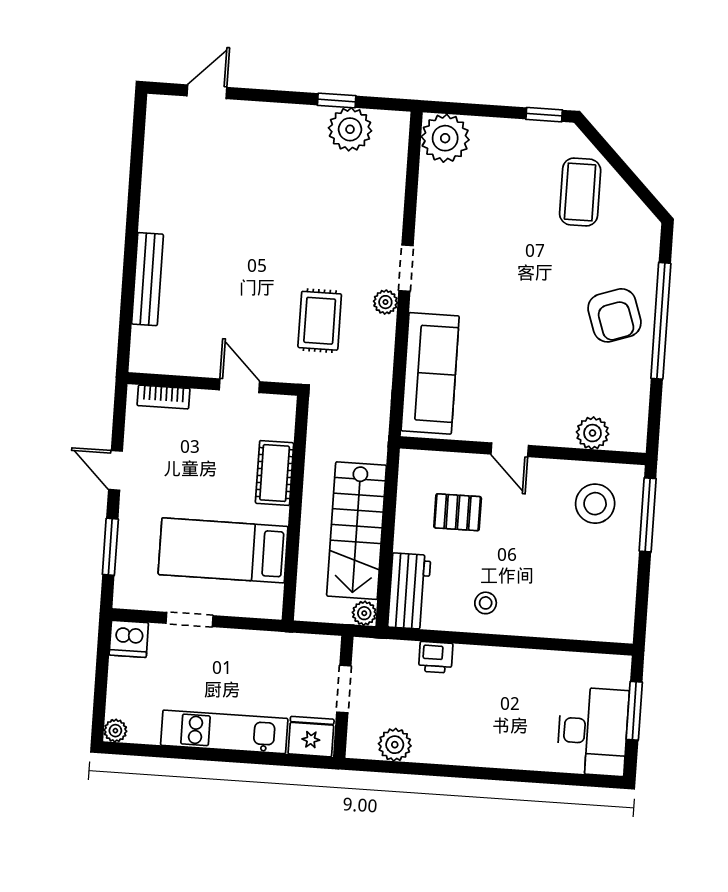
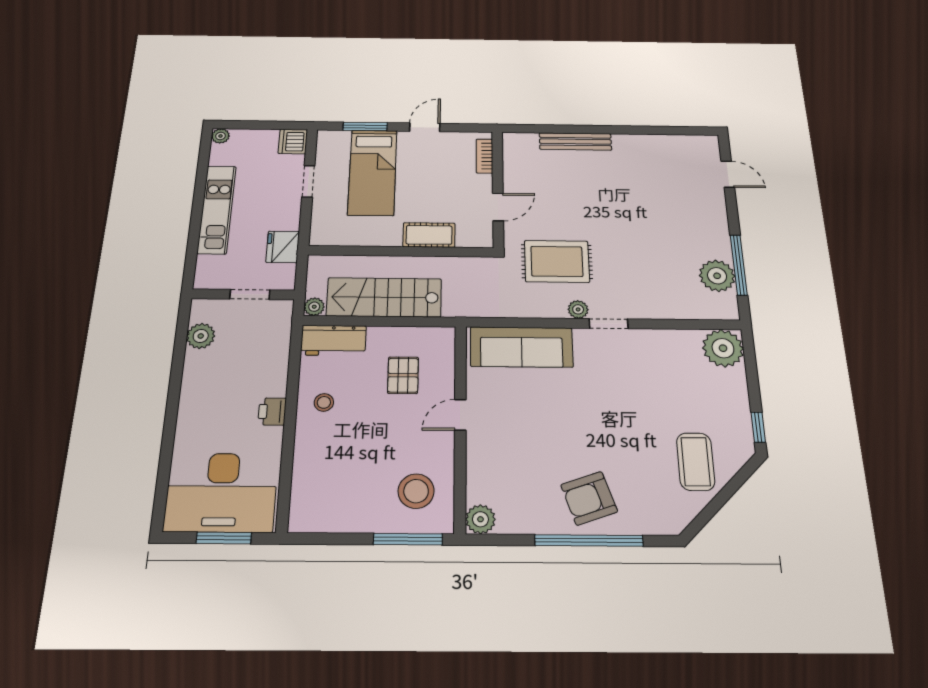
window: (337, 100) -> (739, 265), width x2.17
coffee table: (580, 192) -> (696, 462), turned 90
rug: (320, 321) -> (557, 261), width x1.36, depth x1.43
plant: (593, 433) -> (480, 519), moved
bed: (223, 550) -> (373, 172), moved, turned 180
printer: (436, 657) -> (272, 411), moved
desk: (593, 731) -> (221, 492), width x1.36, depth x1.30
fridge: (311, 737) -> (283, 247), moved, turned 180

